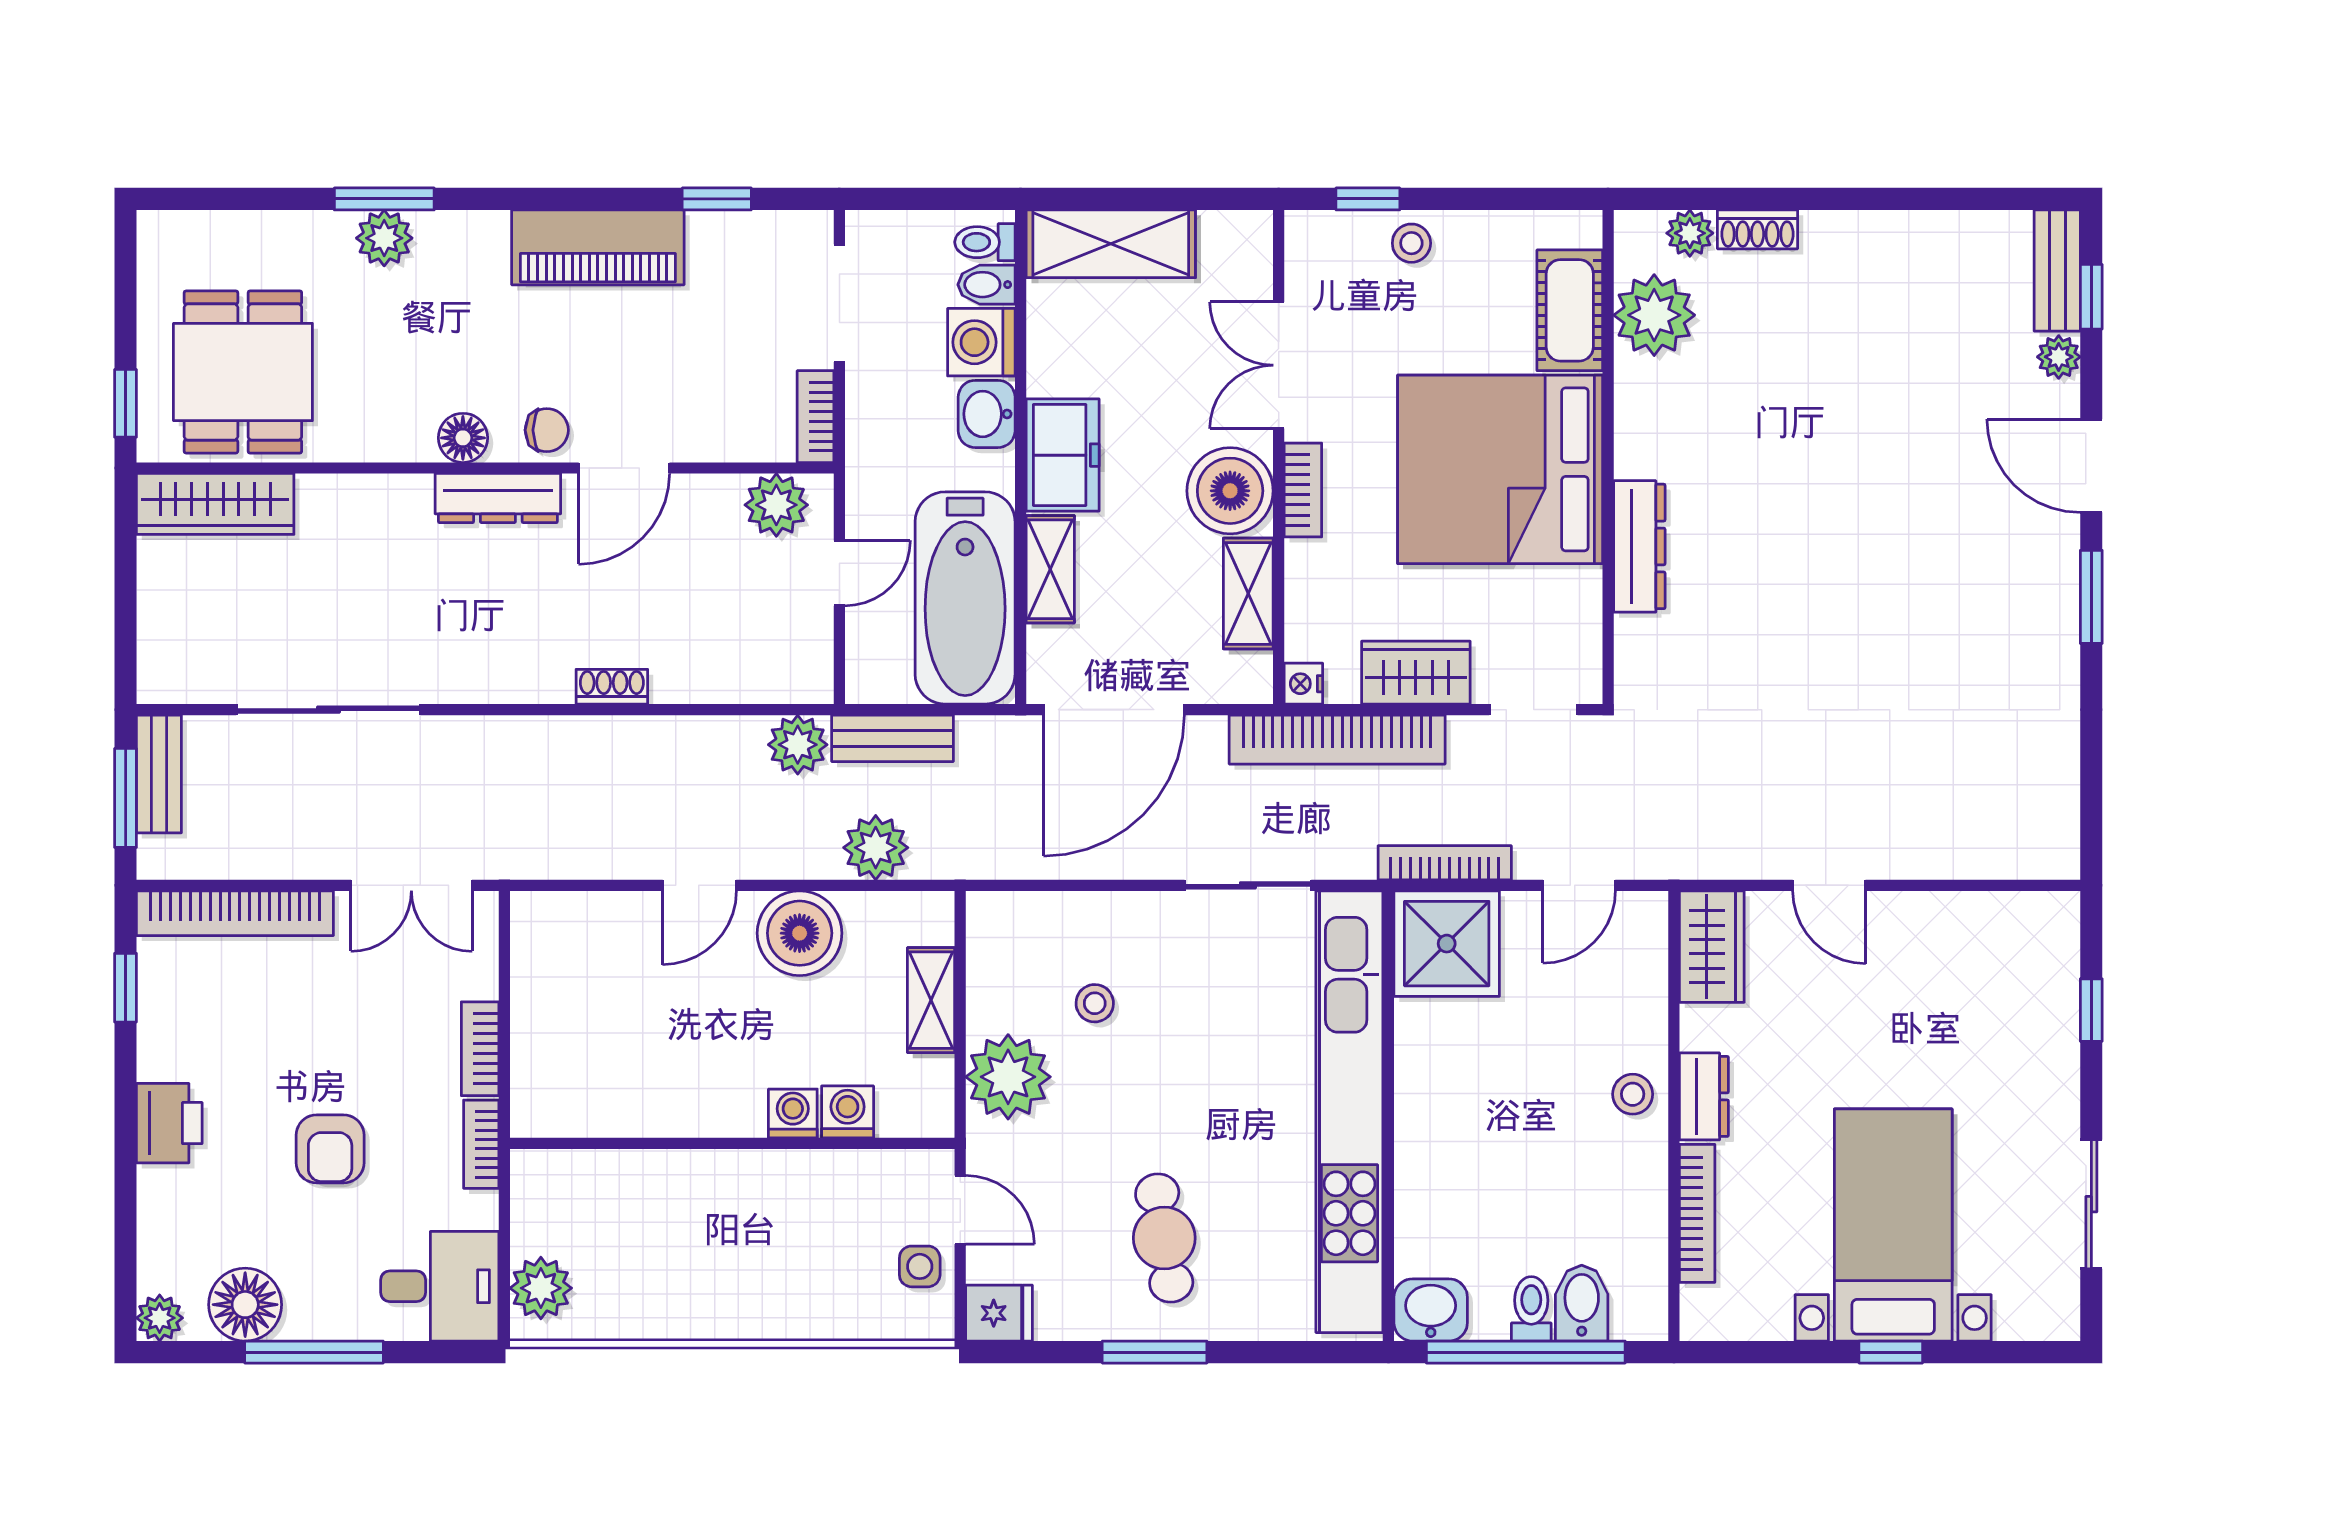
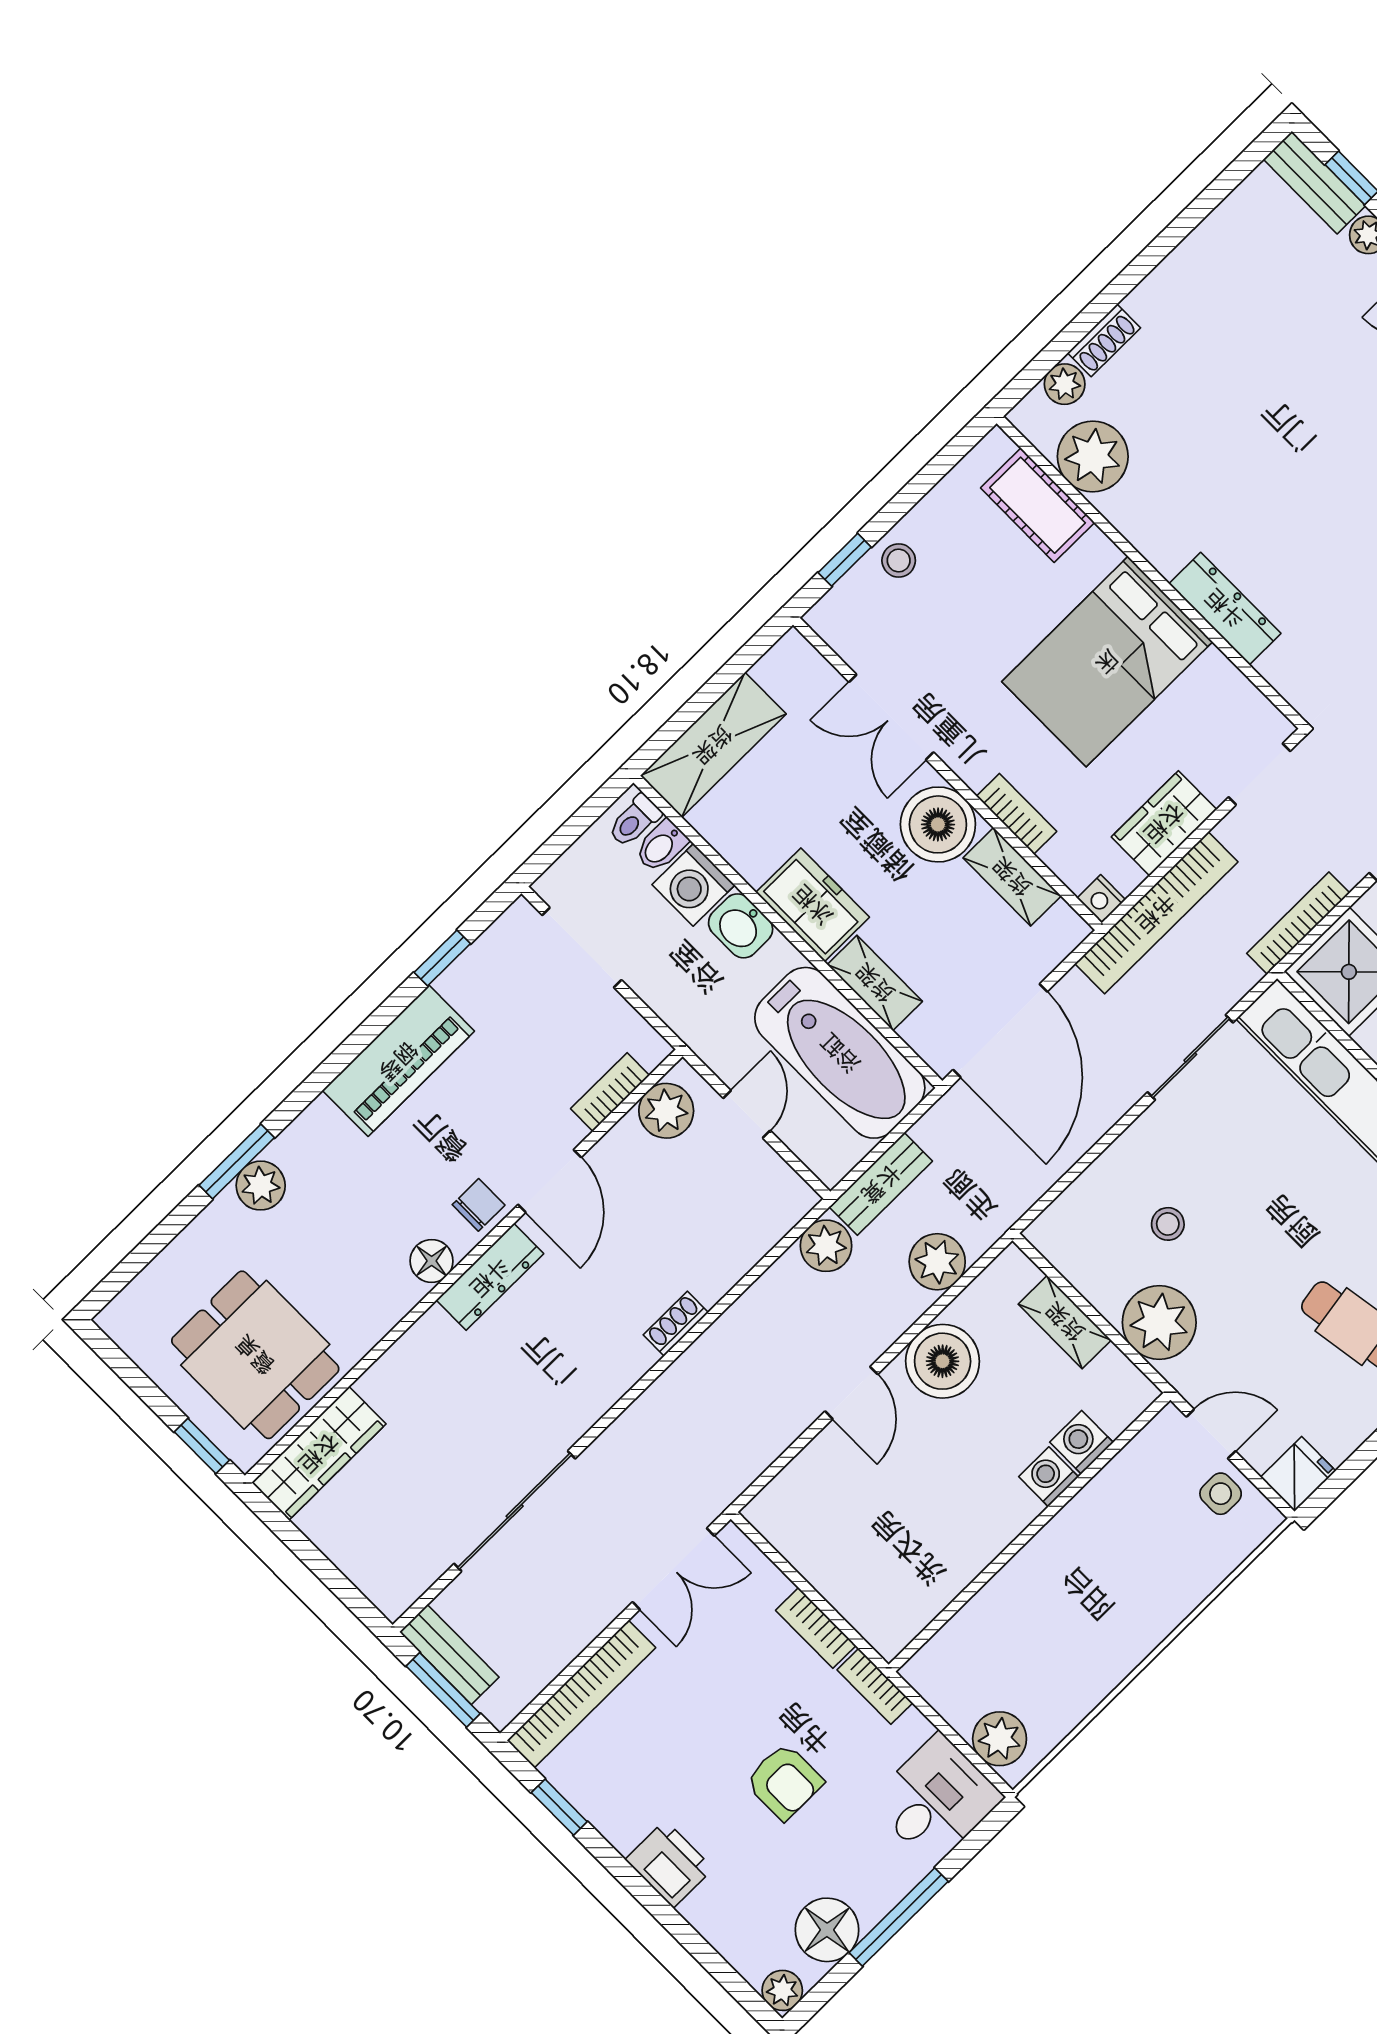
bookcase: (815, 417) -> (610, 1092), moved, turned 90
bed: (1500, 469) -> (1107, 662), width x0.73
bookcase: (1303, 490) -> (1017, 814), moved

